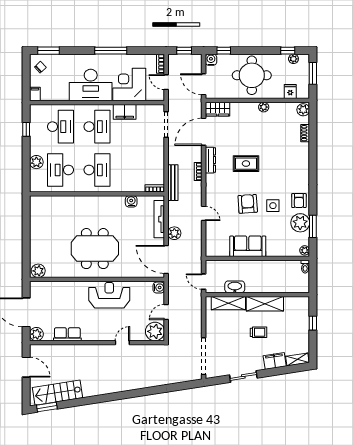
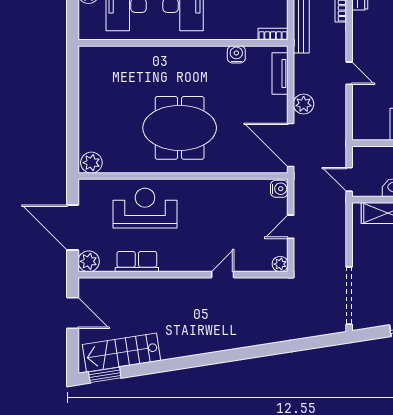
tv unit: (159, 219) -> (280, 74), width x0.71
reception desk: (109, 295) -> (145, 208), moved
plant: (155, 331) -> (280, 264), width x0.53, depth x0.53

